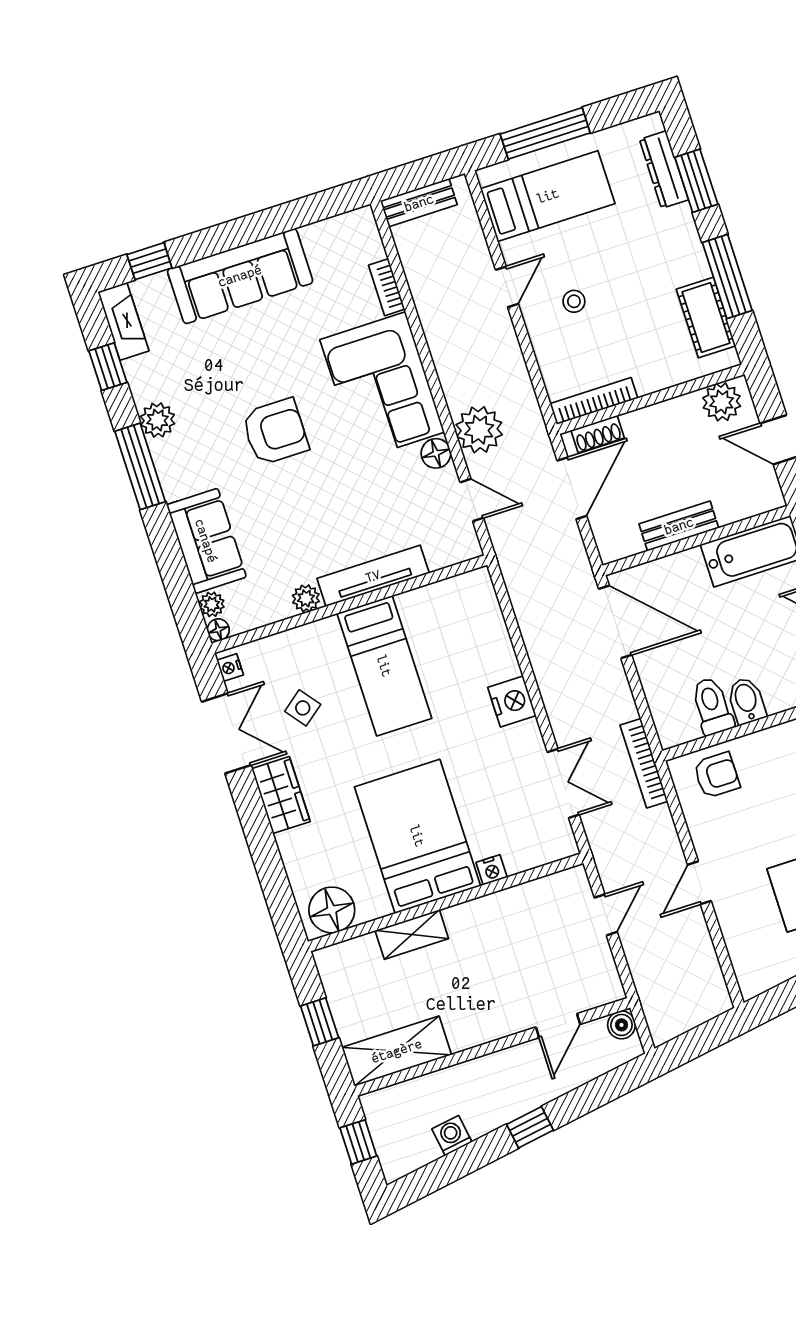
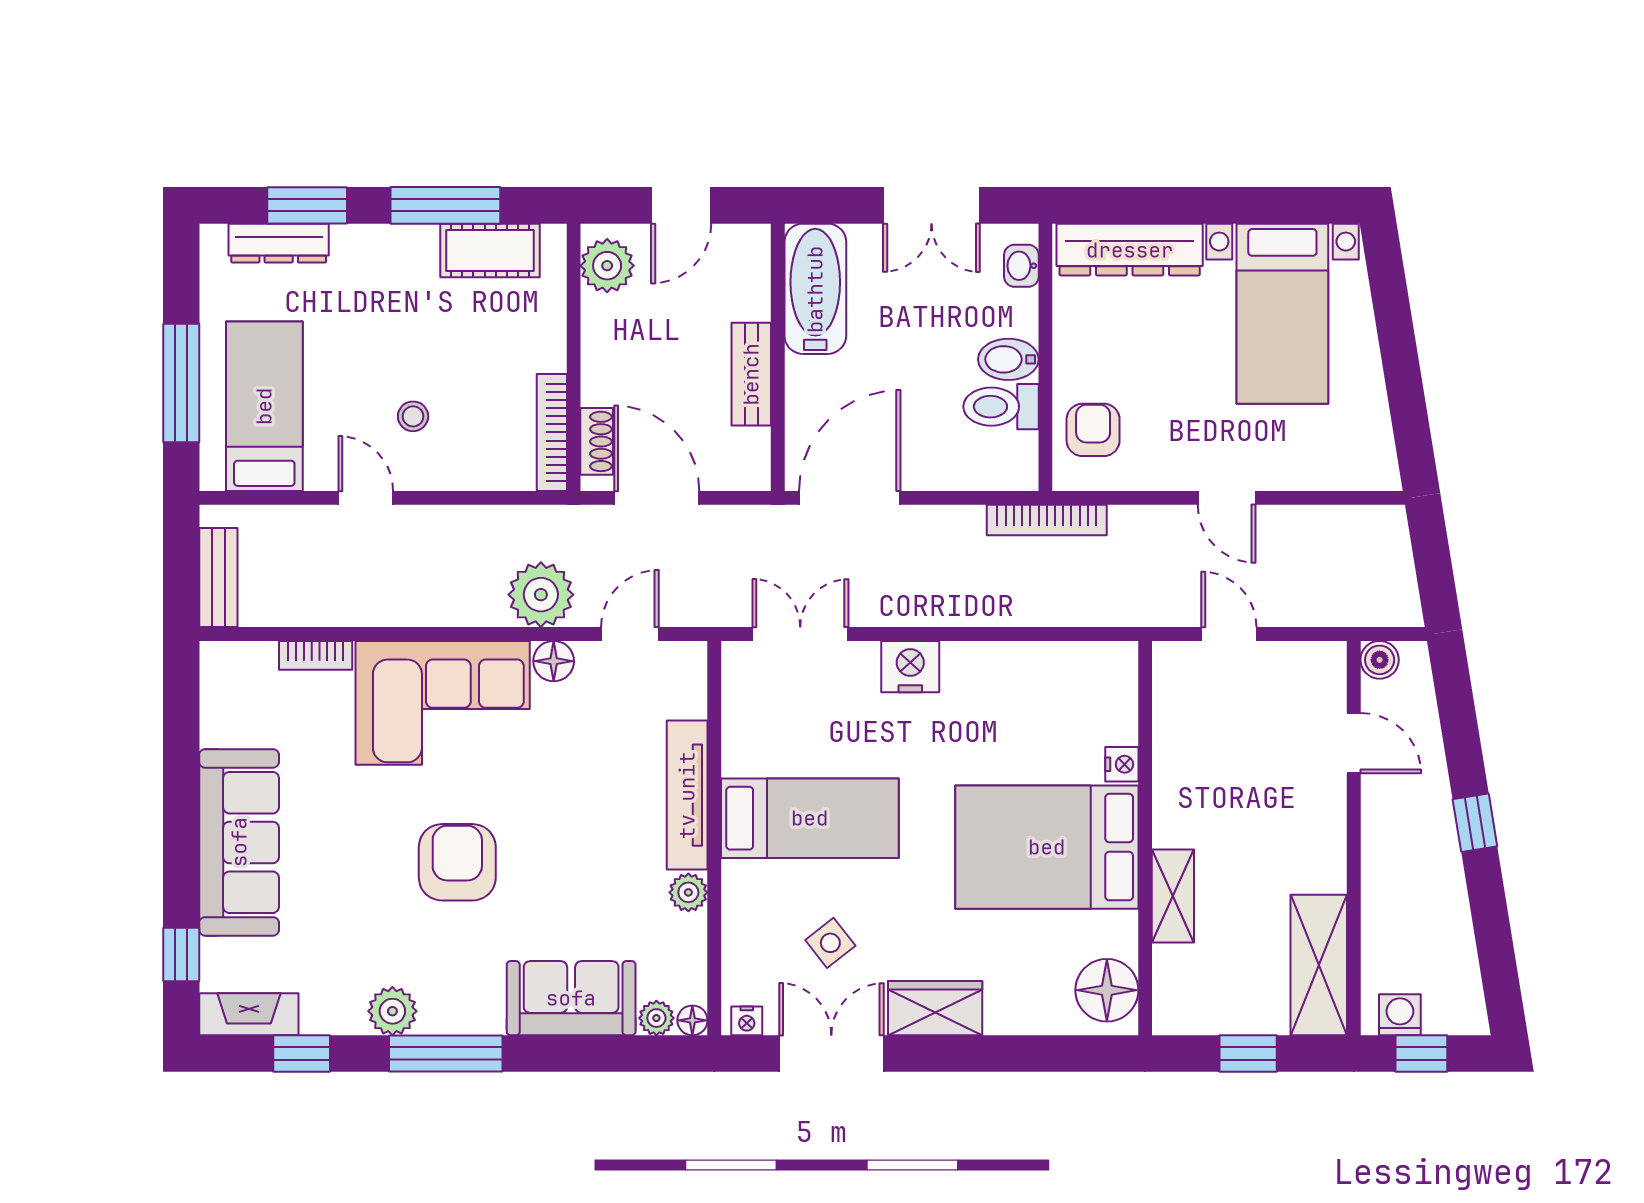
double door: (563, 783) -> (800, 634), moved
washing machine: (452, 1136) -> (1400, 1015), moved, turned 99

